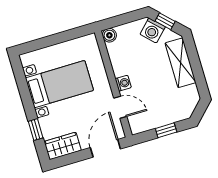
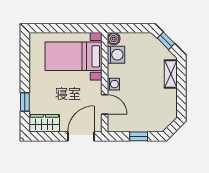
washing machine: (153, 31) -> (116, 55), moved, turned -135
shelving: (180, 63) -> (171, 74), width x0.67, depth x0.75
bed with nightstands: (59, 84) -> (73, 56), moved, turned 180

